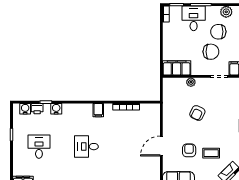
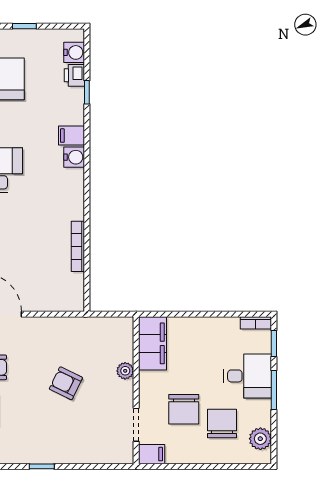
water cooler: (56, 109) -> (74, 157), moved
filing cabinet: (98, 110) -> (71, 136), moved

